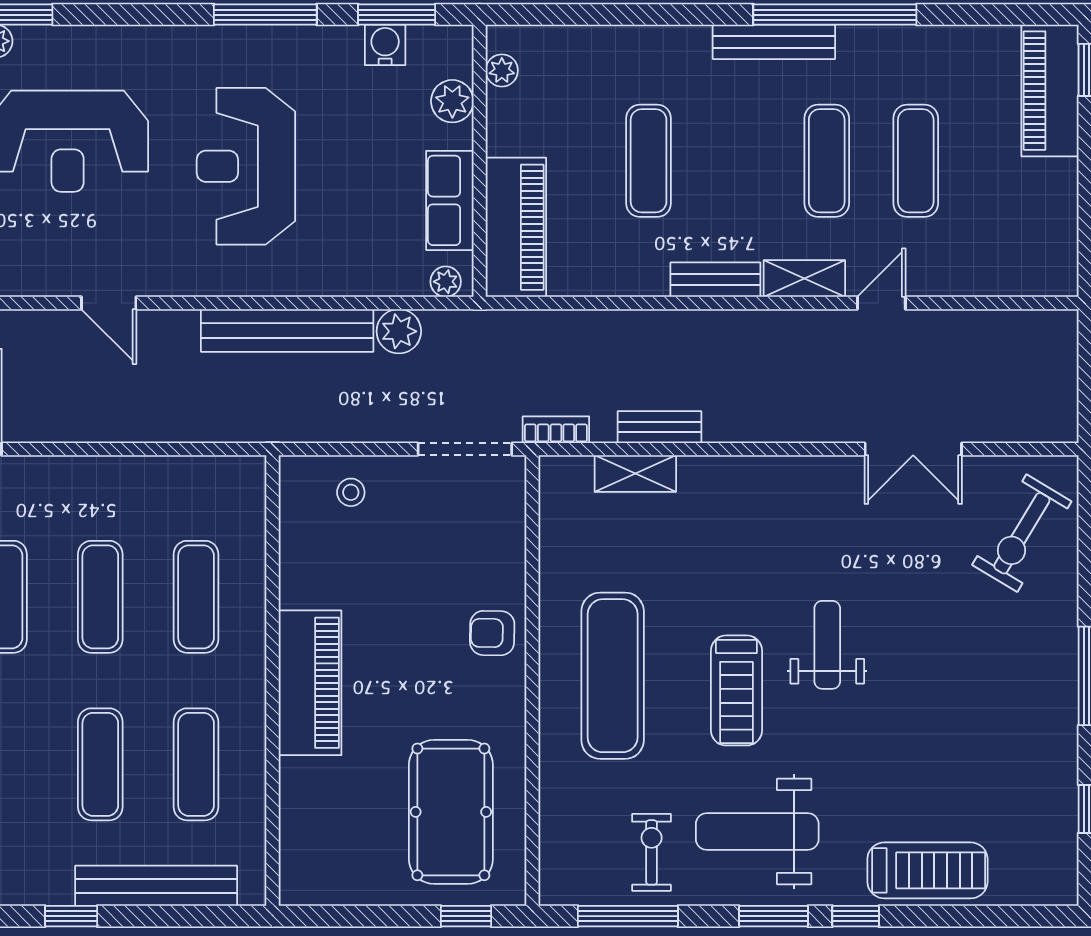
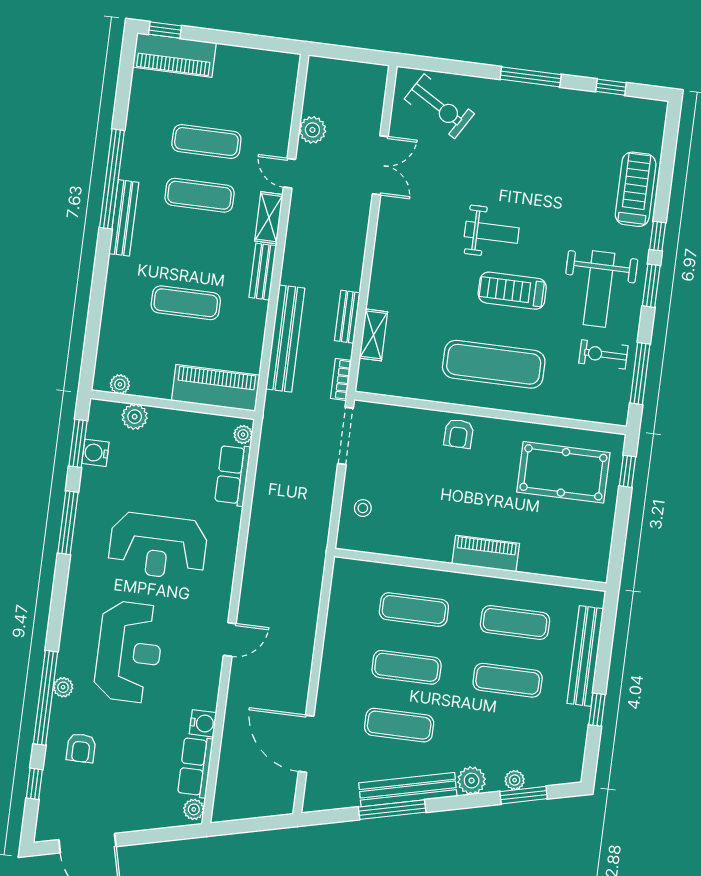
row of seats: (450, 200) -> (233, 475), moved, turned 90
bench: (287, 330) -> (285, 339), moved
plant: (399, 331) -> (312, 130), moved
weight bench: (827, 645) -> (492, 232), turned 180
piano: (310, 683) -> (486, 554), width x0.73, depth x0.75
treadmill: (736, 690) -> (512, 291), turned 180

